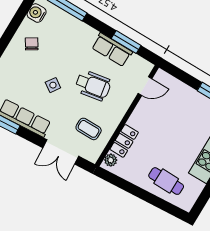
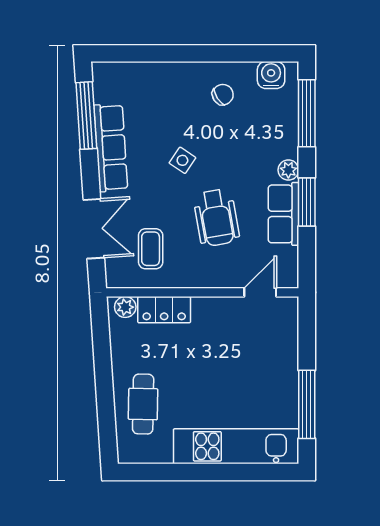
plant: (91, 34) -> (288, 170), added
window: (126, 42) -> (307, 202), moved
door: (145, 86) -> (260, 292), swing flipped
double door: (61, 152) -> (94, 229), swing flipped

